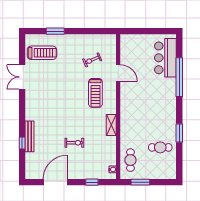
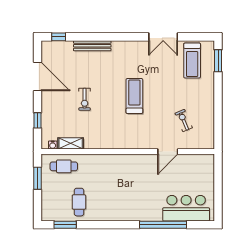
window: (55, 31) -> (218, 61), moved
double door: (22, 77) -> (163, 37), swing flipped
treadmill: (95, 93) -> (134, 96), moved, turned 90
shelving: (111, 125) -> (71, 143), moved
window: (179, 133) -> (65, 225), moved
window: (22, 143) -> (59, 37), moved

